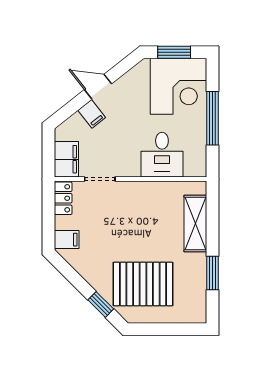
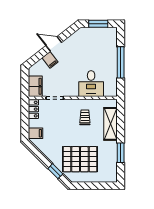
corner desk: (179, 86) -> (101, 44), removed
trolley: (151, 212) -> (85, 117), added

